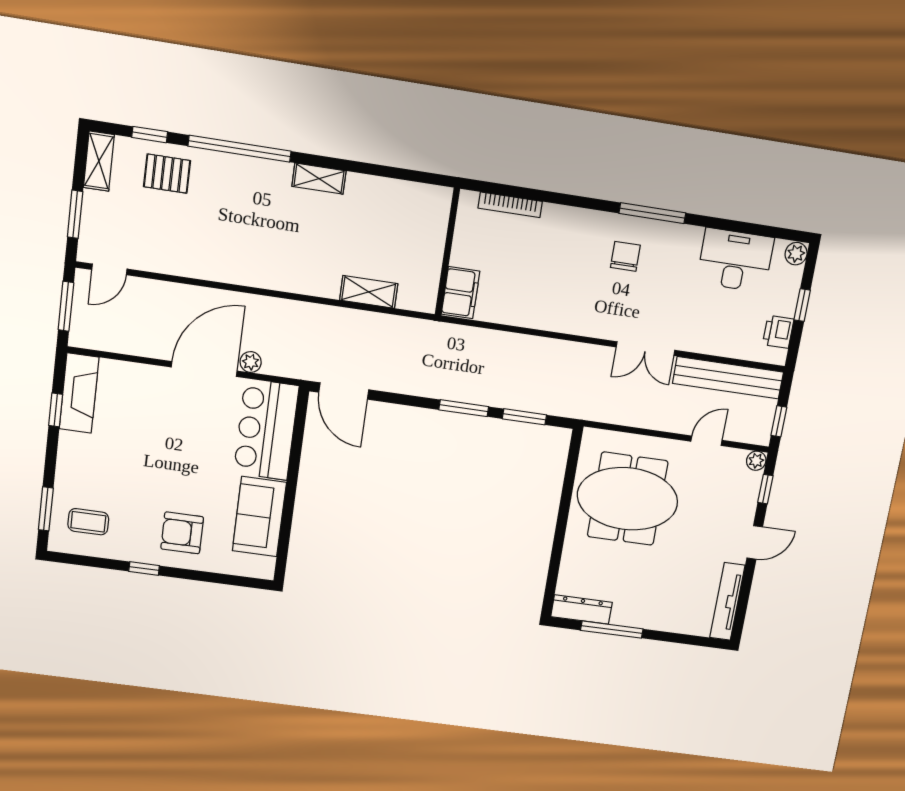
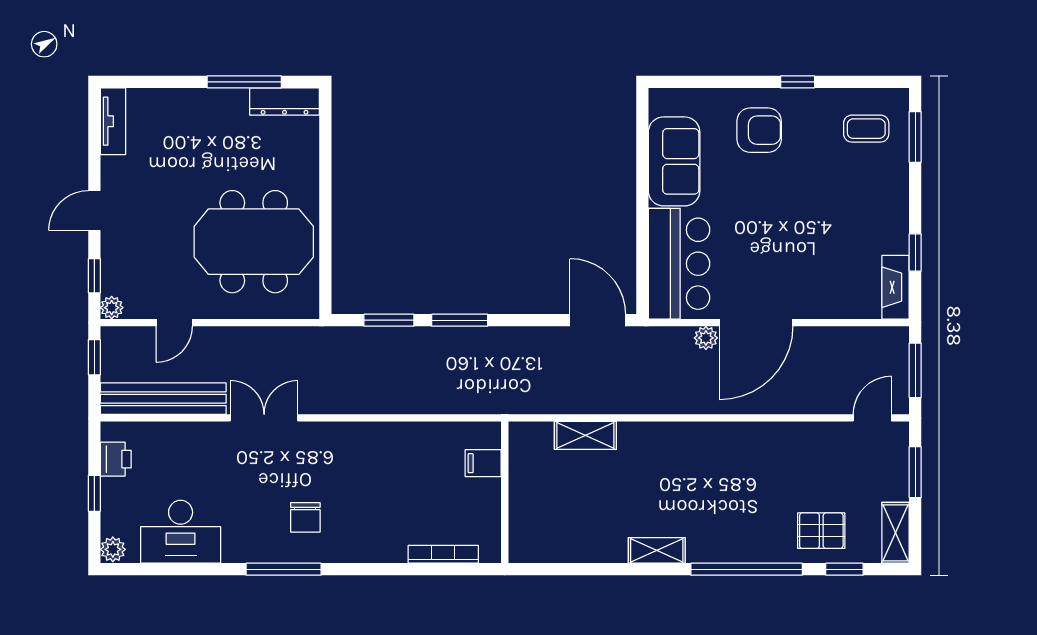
filing cabinet: (461, 293) -> (483, 463), width x0.50
fireplace: (79, 393) -> (896, 287), width x0.73, depth x0.76
tv unit: (727, 601) -> (113, 121), width x0.71

